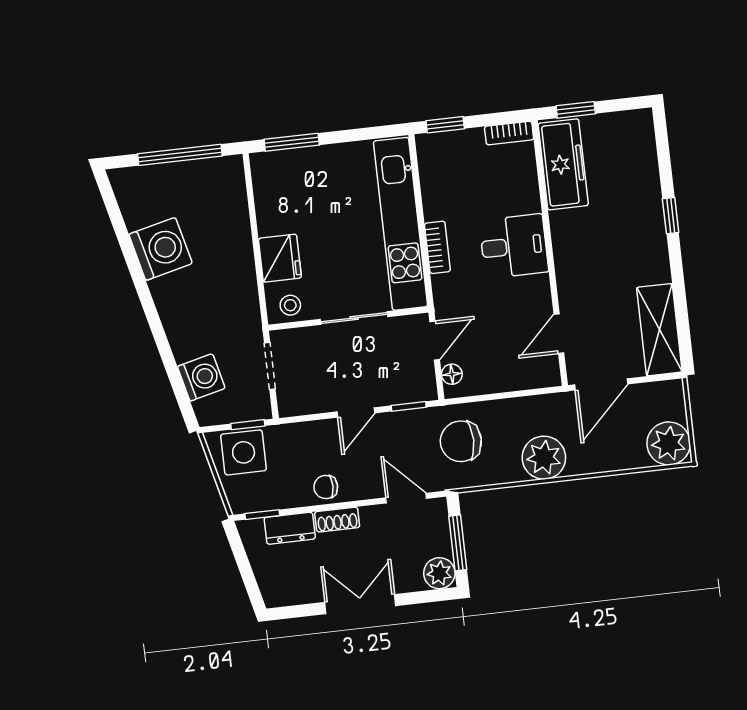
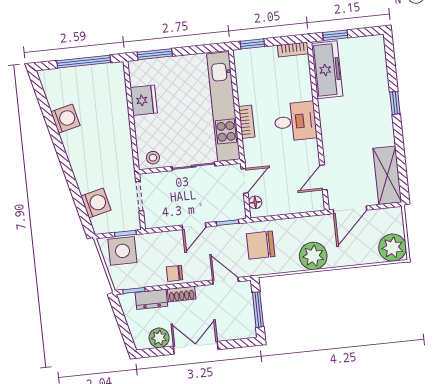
washing machine: (161, 249) -> (65, 119), width x0.73, depth x0.73
fridge: (280, 258) -> (144, 100), moved
plant: (439, 573) -> (159, 338), moved

